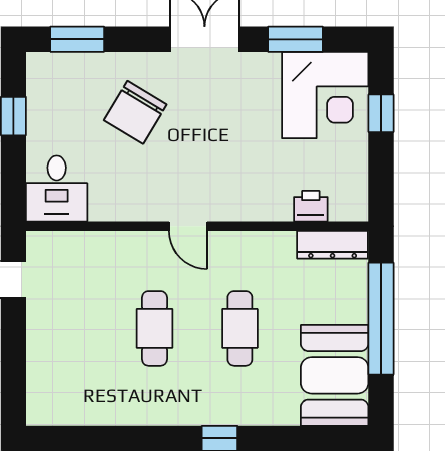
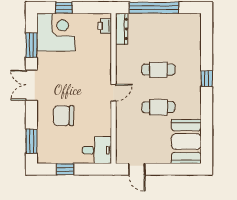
chair: (135, 112) -> (63, 116), turned 149
printer: (311, 206) -> (105, 26), moved
booth: (335, 375) -> (186, 142), moved, turned 90

